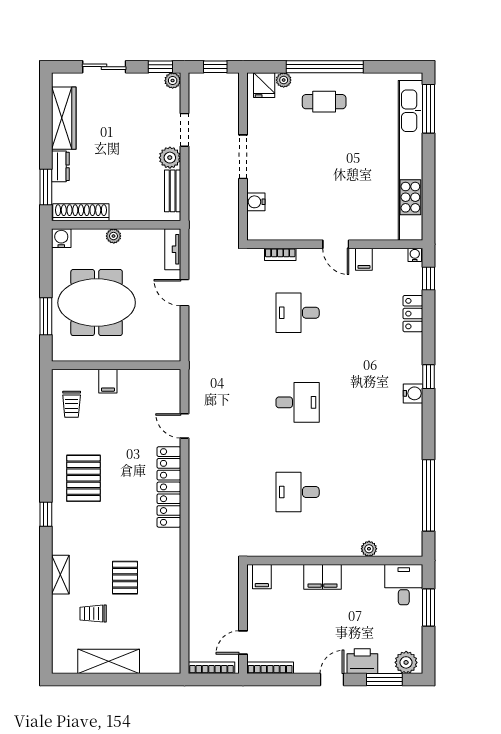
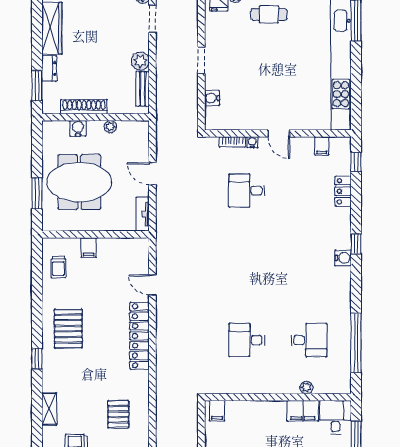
doorway: (184, 130) -> (152, 19), moved
doorway: (243, 157) -> (201, 60), width x0.73
shoe rack: (81, 212) -> (84, 107), moved
plant: (114, 236) -> (110, 127), moved
water cooler: (61, 238) -> (78, 128), moved
tv unit: (173, 249) -> (143, 214), moved
water cooler: (415, 255) -> (252, 142), moved
filing cabinet: (364, 259) -> (322, 146), moved
desk: (298, 402) -> (309, 340), moved
filing cabinet: (323, 577) -> (303, 411), moved
pallet: (125, 578) -> (118, 414), moved

